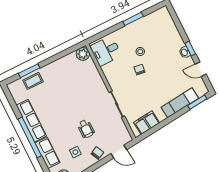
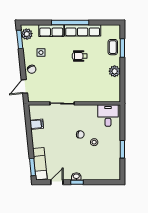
plant: (83, 54) -> (115, 71), moved
exam couch: (180, 103) -> (40, 164), moved
filing cabinet: (147, 123) -> (37, 124), width x0.50
wheelchair: (86, 129) -> (80, 56), moved

